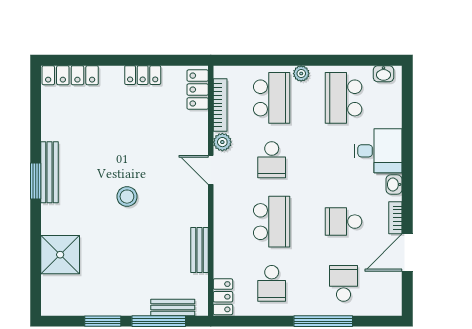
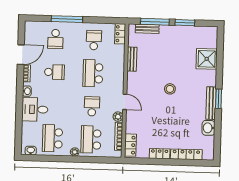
locker: (70, 75) -> (186, 154), moved
school desk: (344, 98) -> (52, 138), turned 180
washbasin: (53, 126) -> (208, 128), added

